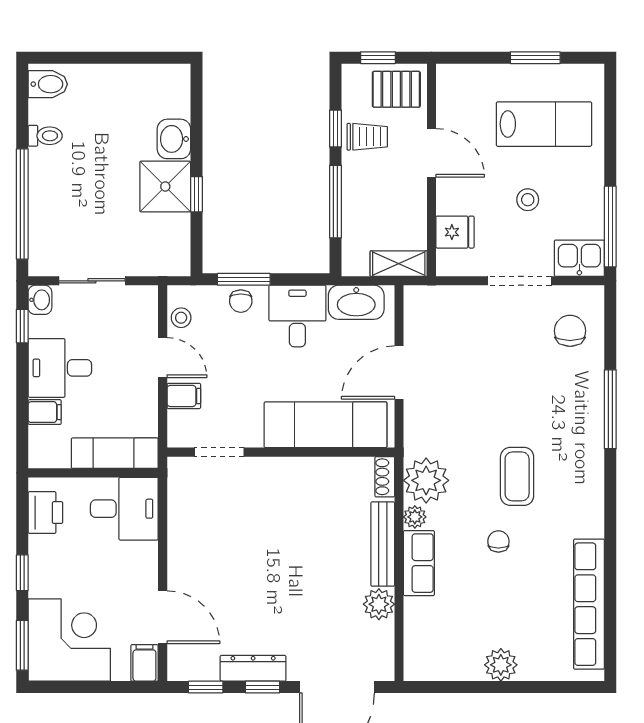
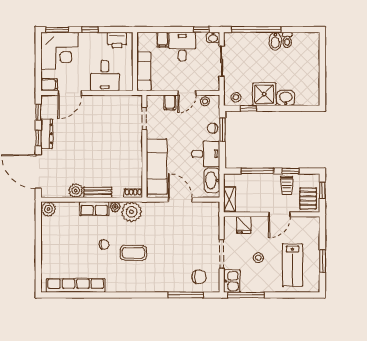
bidet: (48, 84) -> (275, 41), moved
window: (197, 194) -> (249, 108), moved
stool: (172, 249) -> (236, 97), added
window: (610, 409) -> (186, 295), moved
desk: (124, 509) -> (105, 76), moved
bench: (383, 544) -> (98, 192), width x0.73
plant: (501, 665) -> (48, 209), moved

